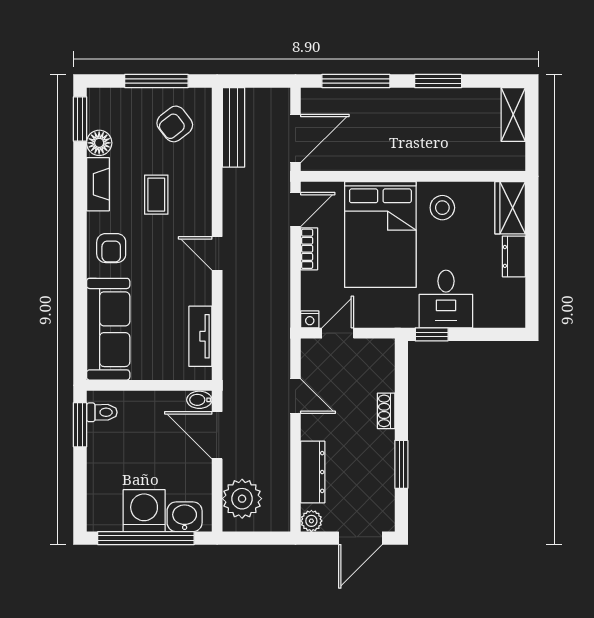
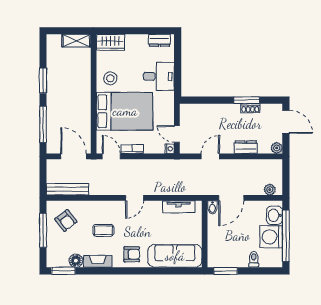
shelving: (513, 114) -> (76, 41), moved
dresser: (514, 256) -> (159, 40), moved
window: (432, 334) -> (178, 84), removed
shoe rack: (386, 411) -> (250, 108), moved
toilet: (102, 412) -> (254, 259), moved
dresser: (313, 472) -> (246, 147), width x0.70
plant: (242, 499) -> (270, 190), width x0.53, depth x0.53

